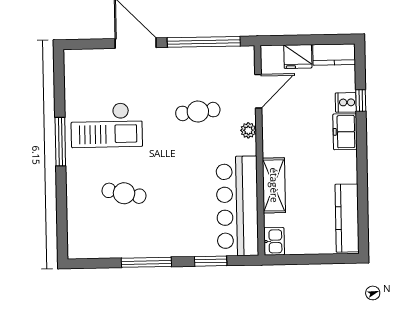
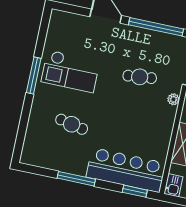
bar counter: (237, 206) -> (126, 170), moved, turned 90
window: (211, 261) -> (135, 191), moved

